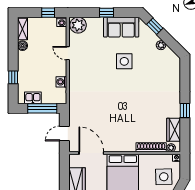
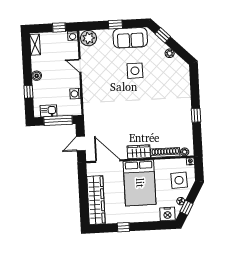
boiler: (22, 46) -> (37, 76), moved
wardrobe: (174, 130) -> (139, 152), moved, turned 90

